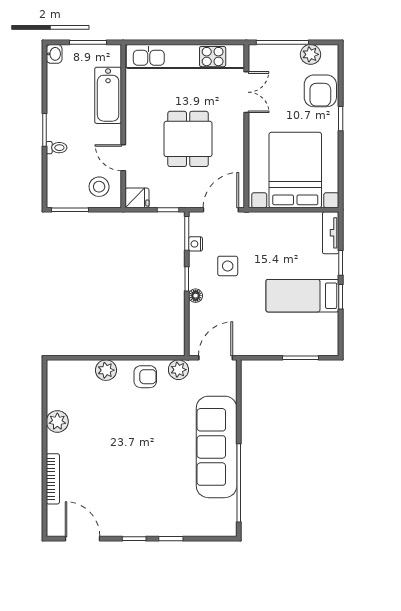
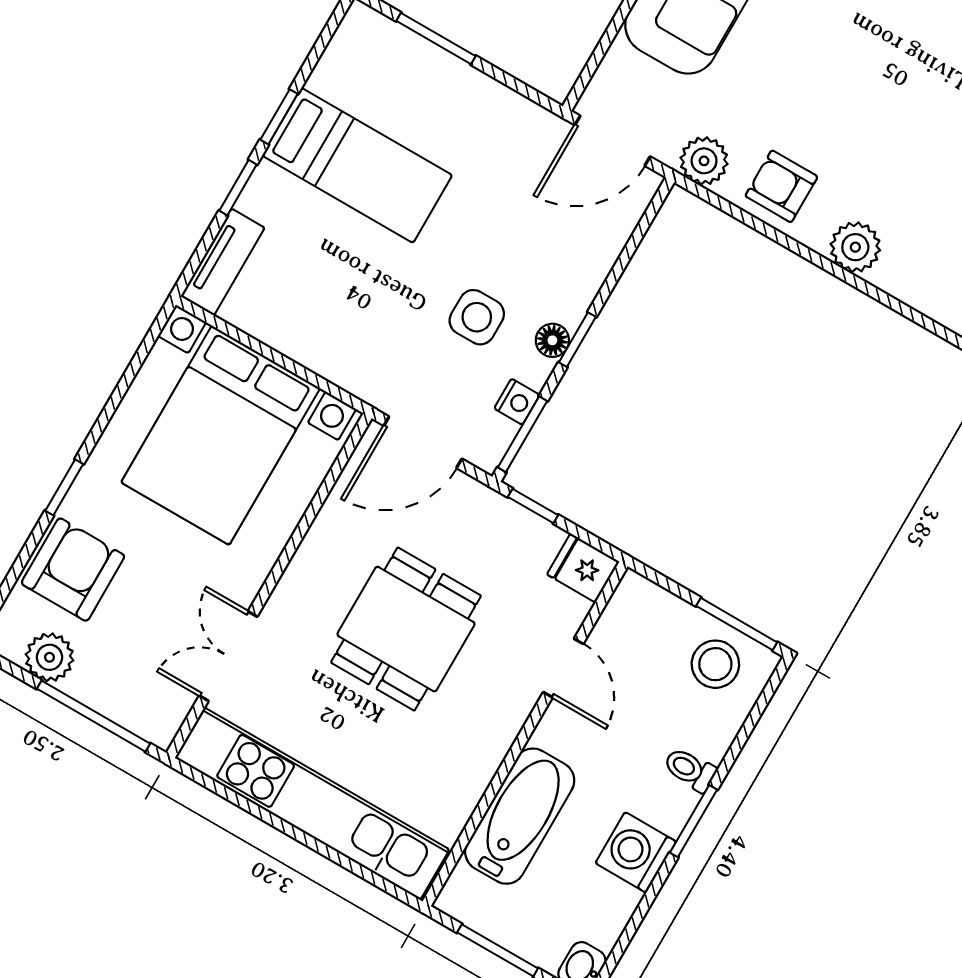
washing machine: (59, 106) -> (636, 852), added
stool: (99, 187) -> (715, 664), moved
floor lamp: (196, 296) -> (552, 340), moved

